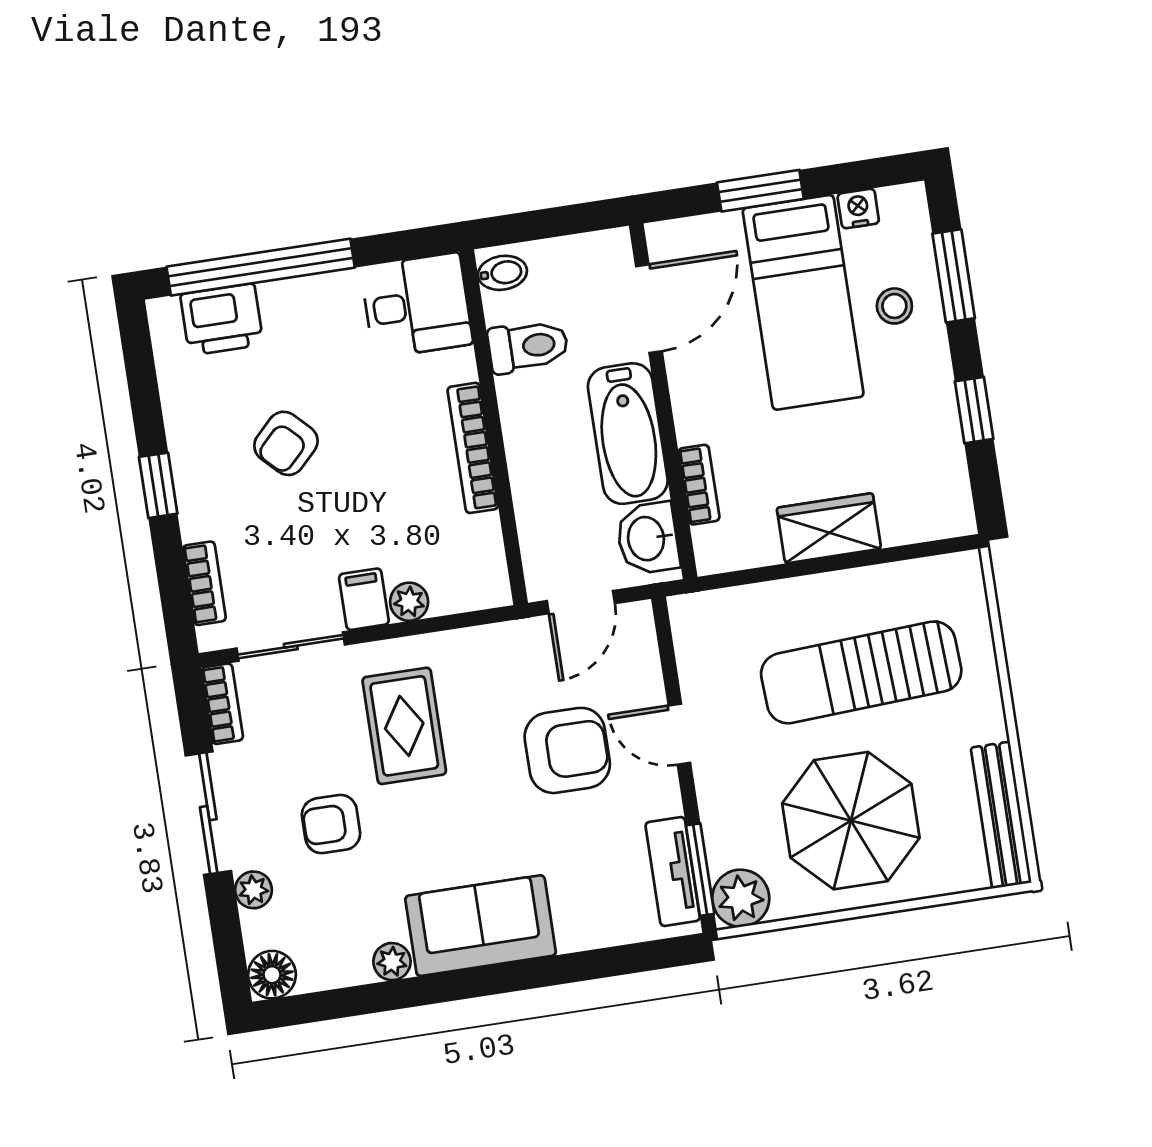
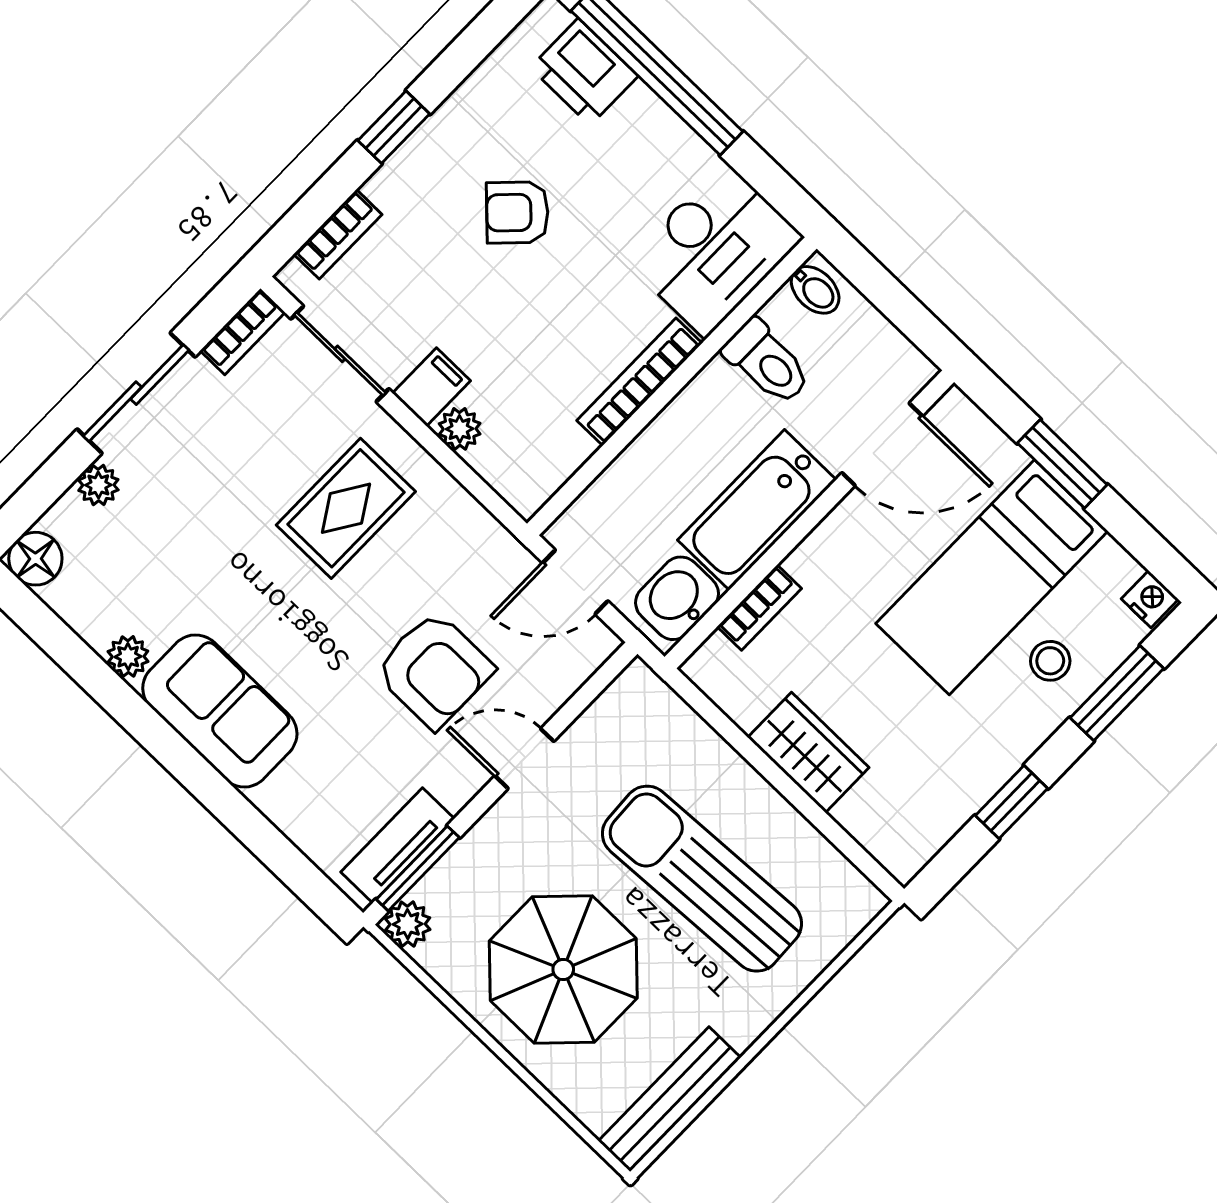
nightstand: (858, 208) -> (1150, 599), moved
desk: (417, 305) -> (715, 249), width x1.37
door: (679, 734) -> (524, 759), hinge flipped
armchair: (331, 824) -> (209, 509), removed
plant: (741, 898) -> (408, 924), width x0.73, depth x0.73

